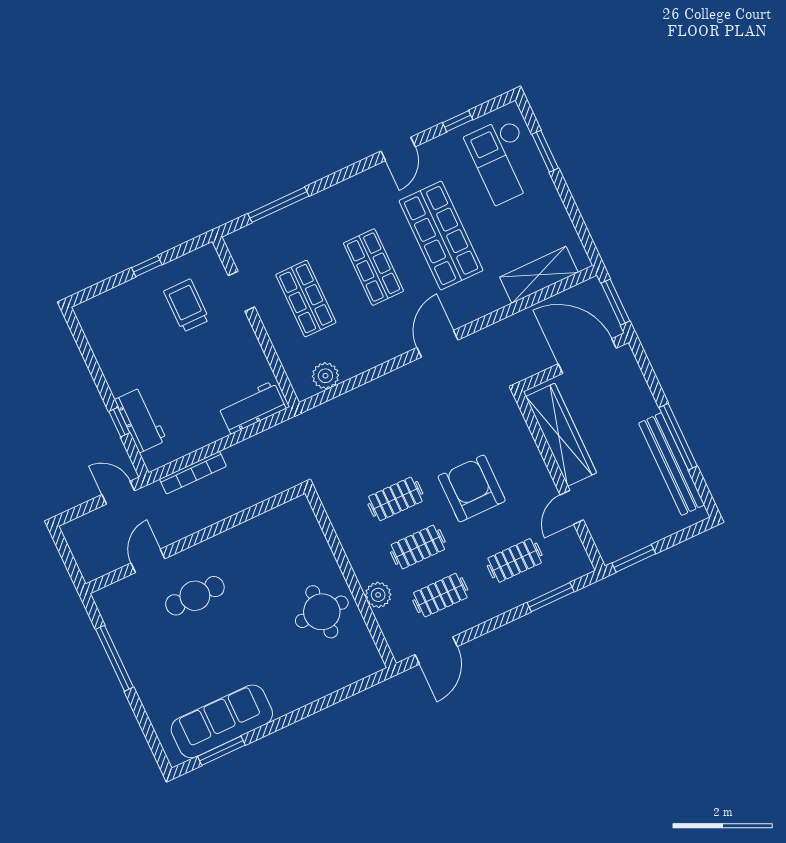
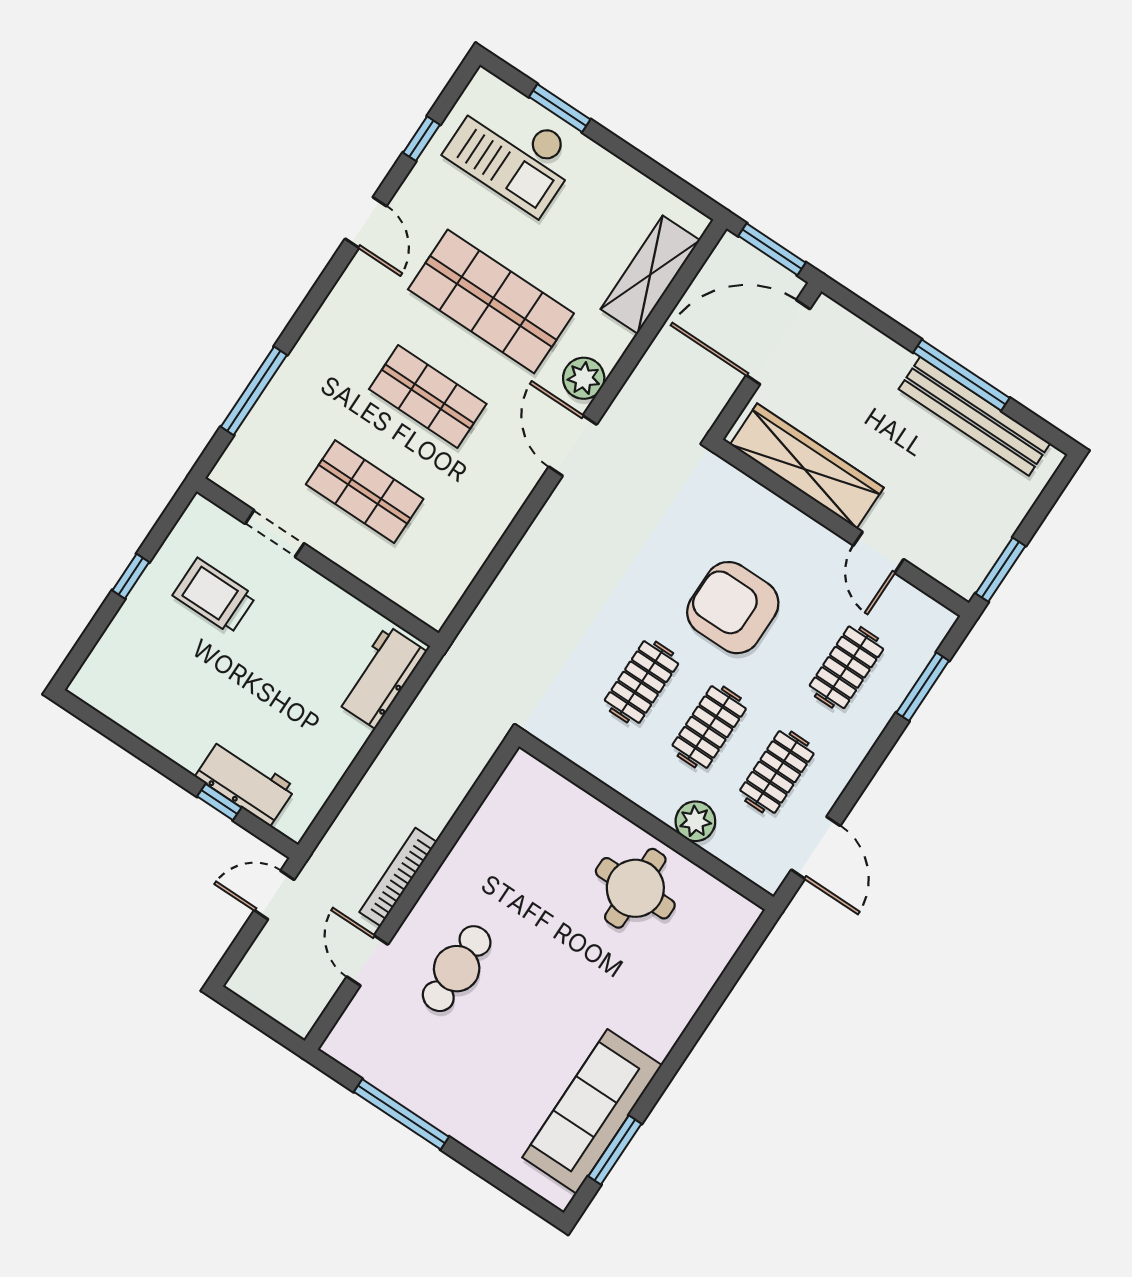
plant: (325, 376) -> (584, 378), moved
bookcase: (193, 473) -> (398, 877), moved, turned 180

